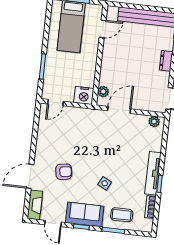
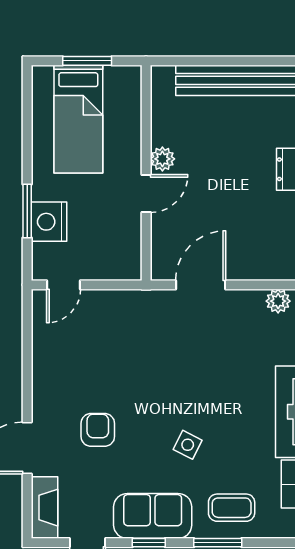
door: (103, 29) -> (146, 194), moved
plant: (103, 92) -> (162, 159), moved
nightstand: (84, 95) -> (49, 222), moved, turned 90
armchair: (64, 172) -> (98, 430), turned -81

